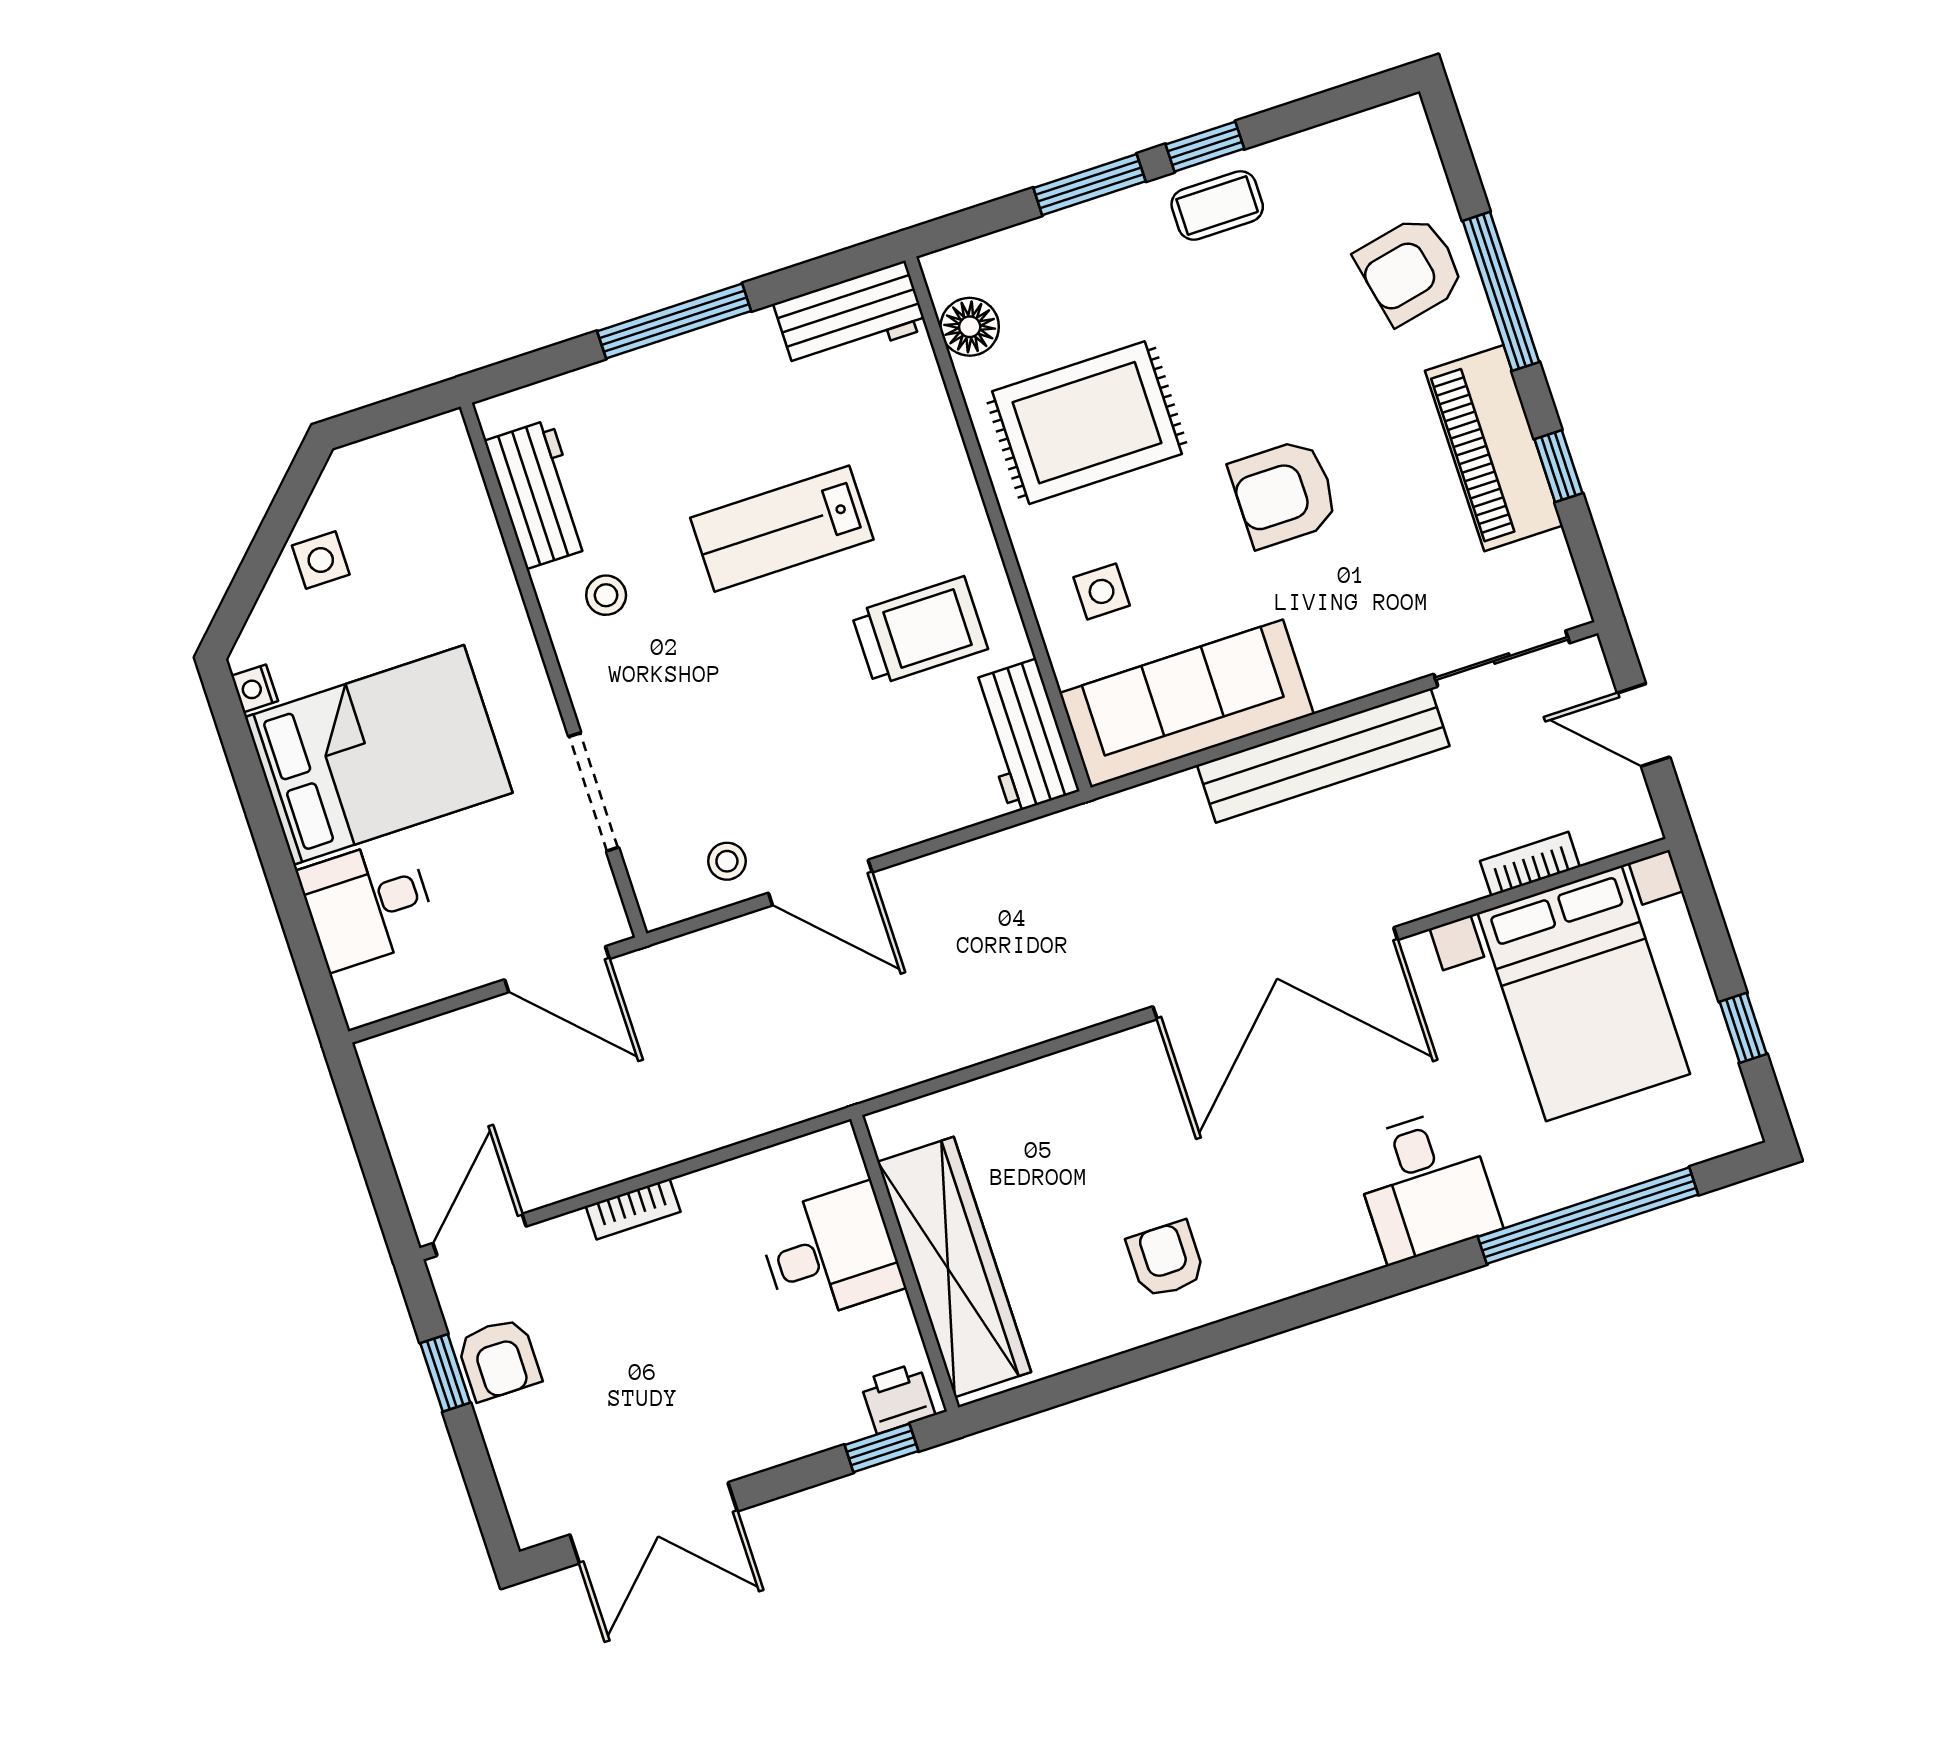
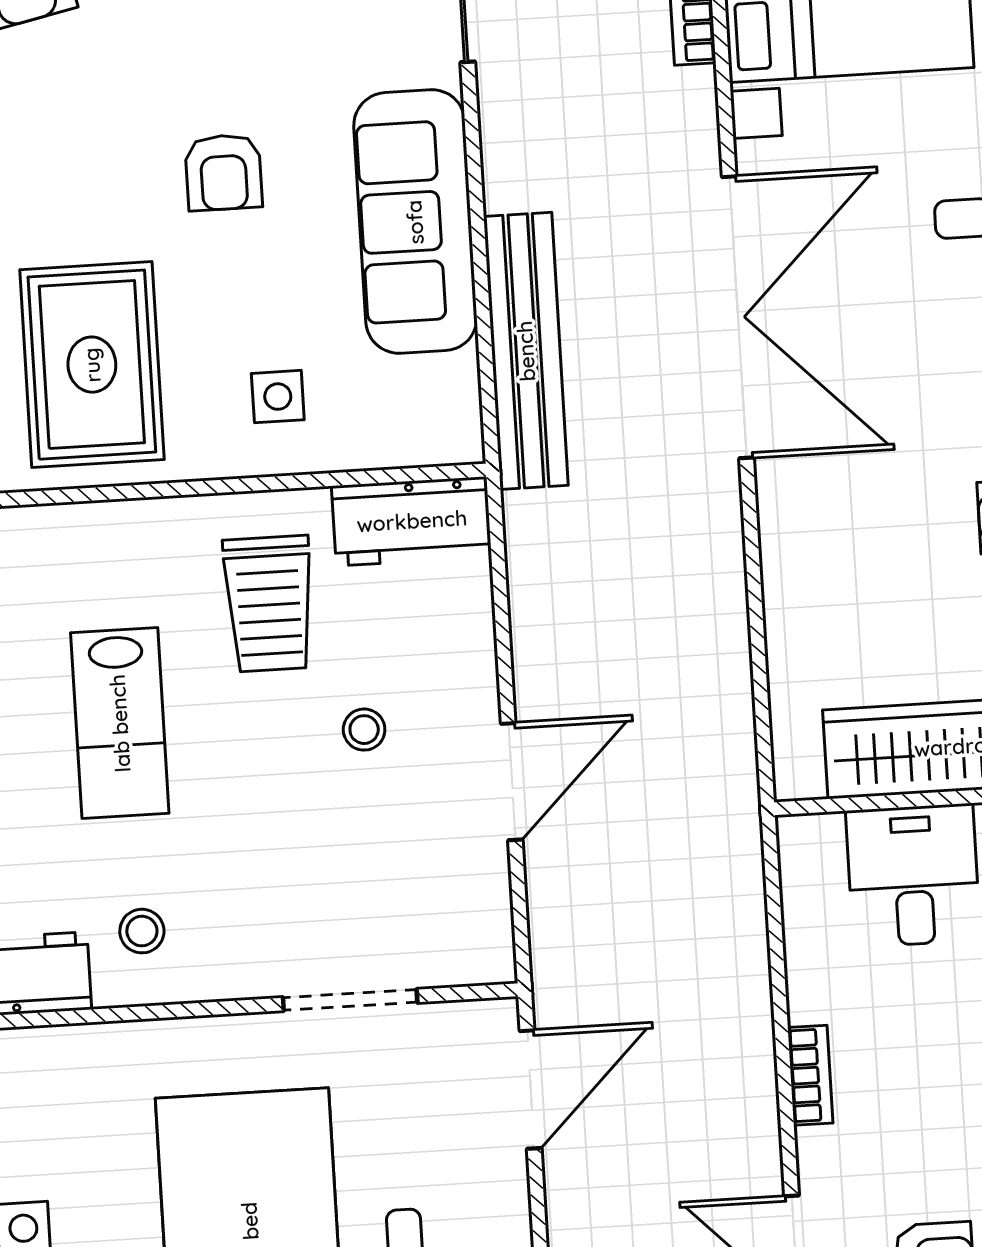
armchair: (1284, 493) -> (224, 172), width x0.72, depth x0.72
trolley: (920, 631) -> (269, 604), turned 180
sofa: (1187, 704) -> (415, 222), moved
bench: (1323, 755) -> (526, 351), moved
stool: (727, 861) -> (364, 730), moved

